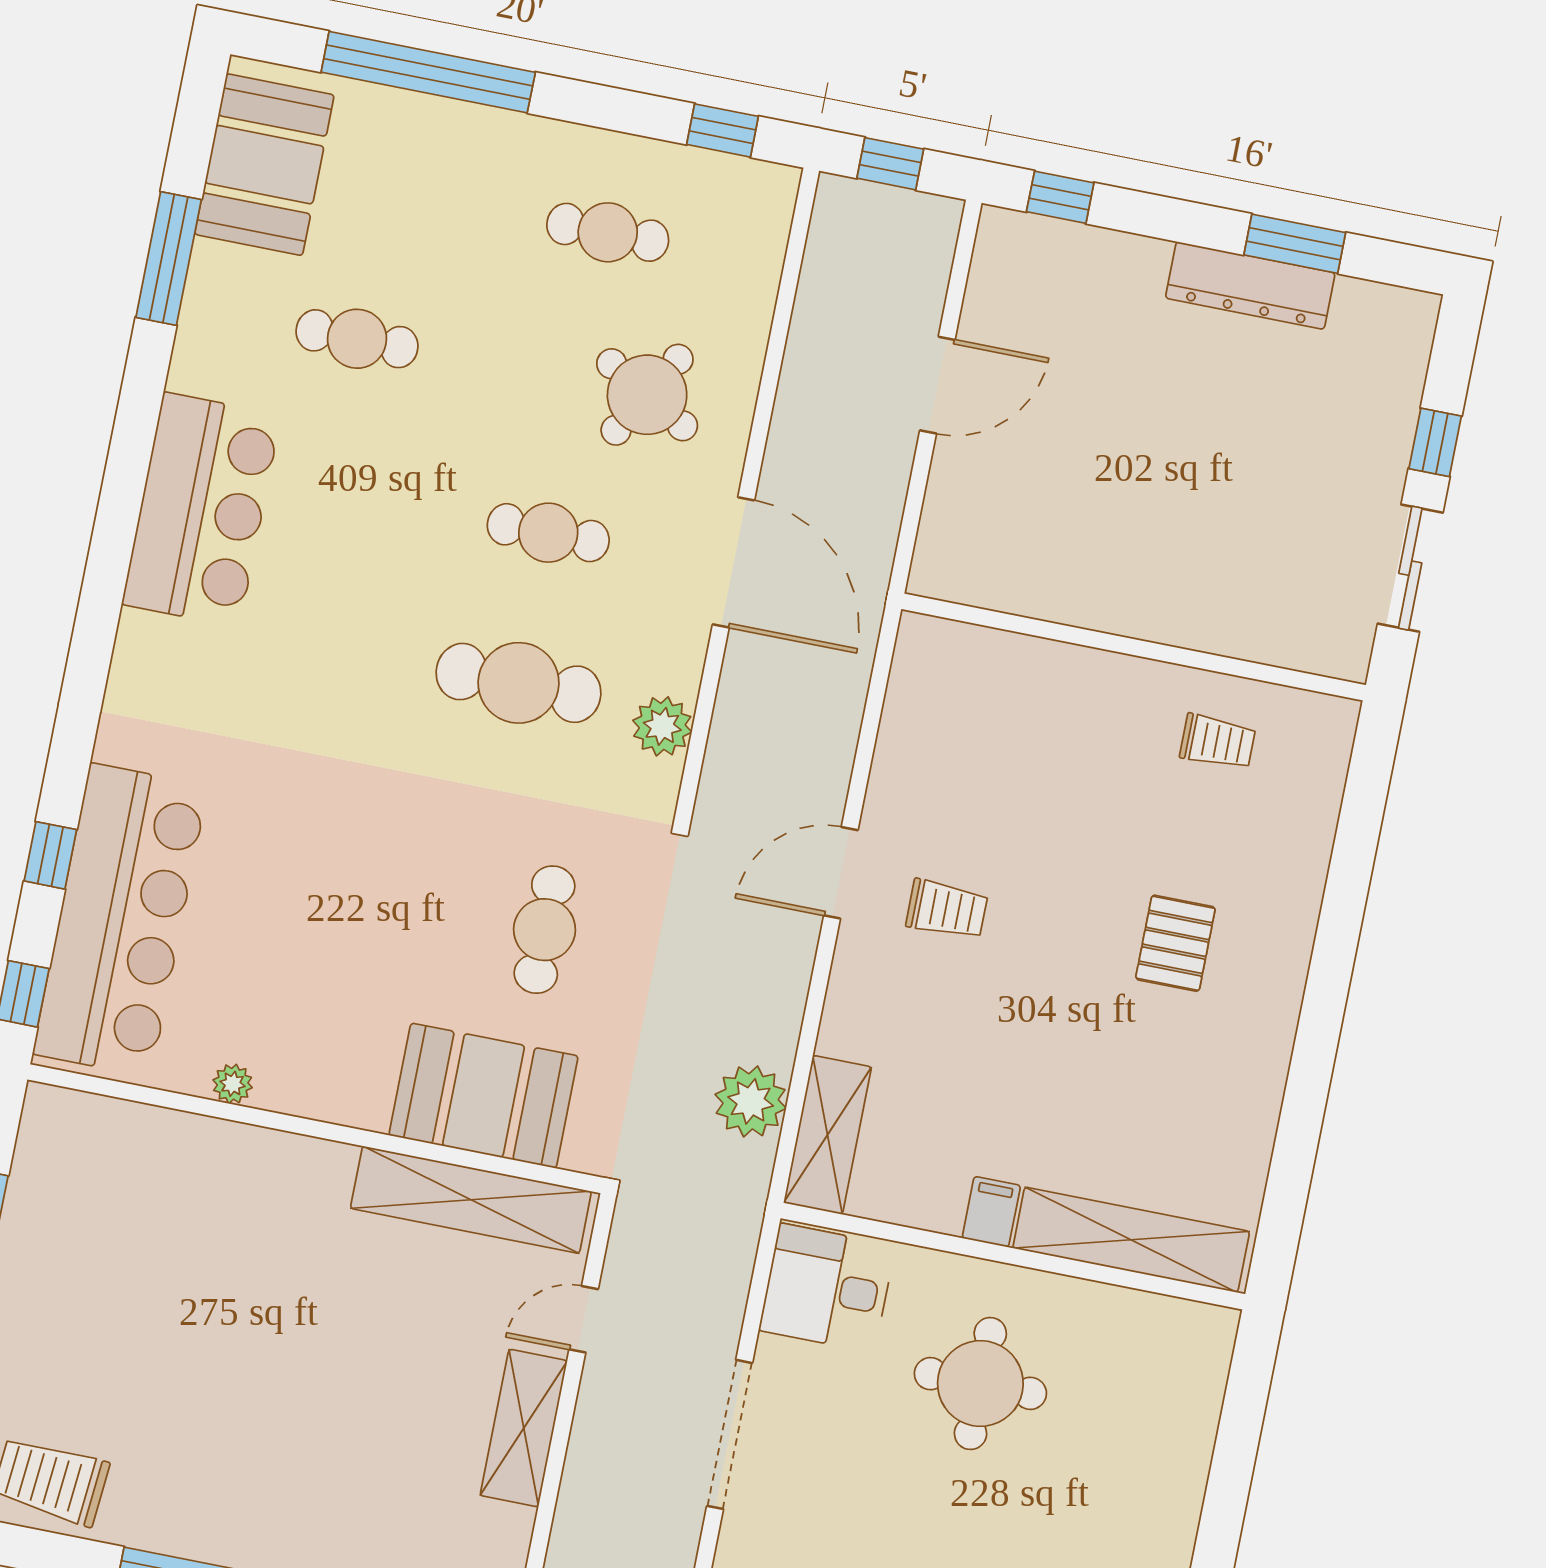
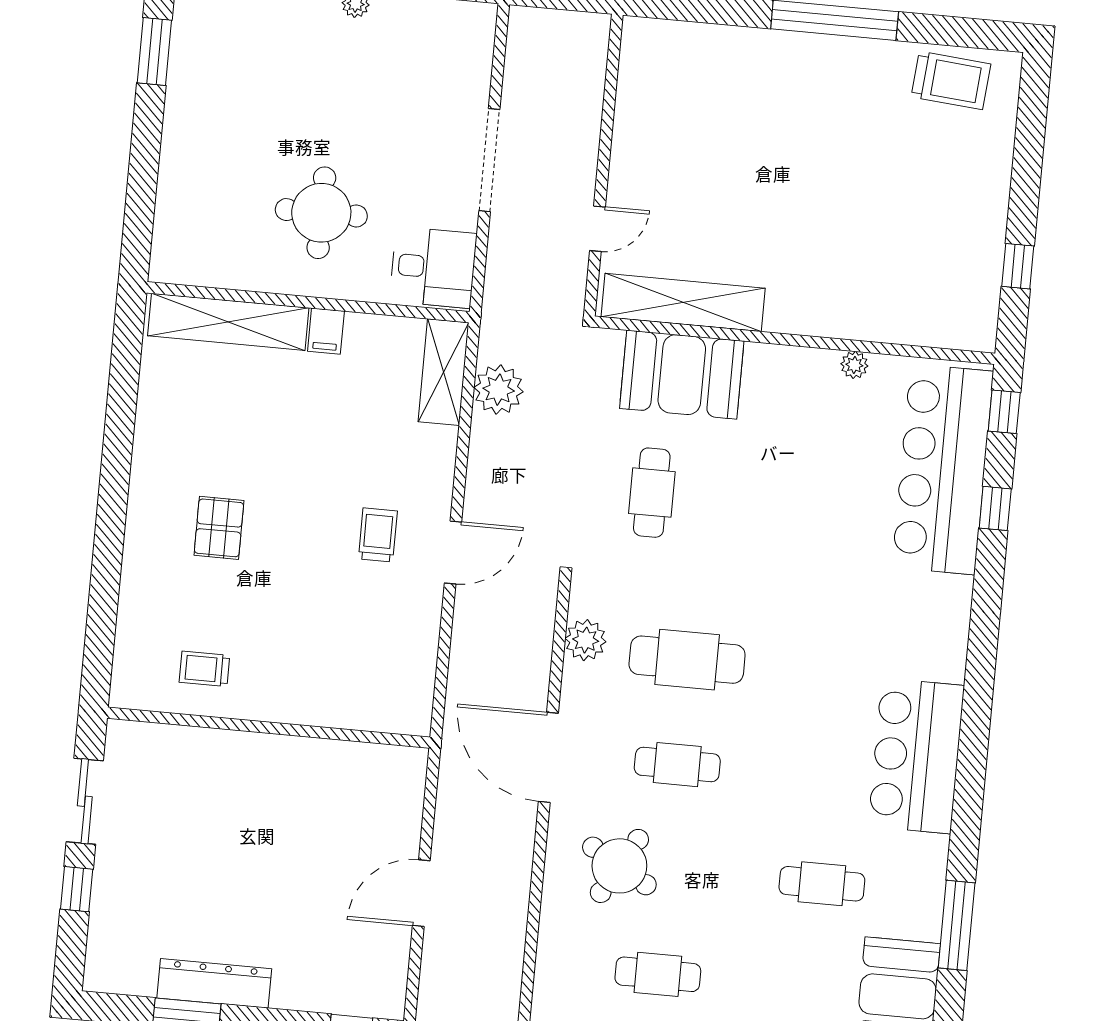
trolley: (947, 909) -> (378, 535), turned 90
shelving: (524, 1428) -> (631, 150), removed

